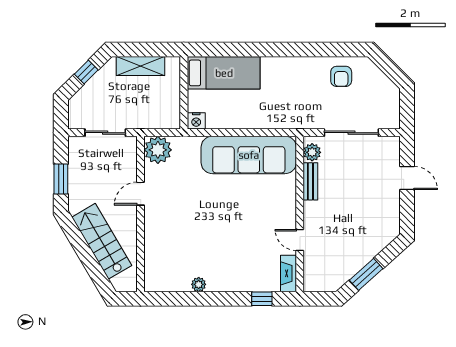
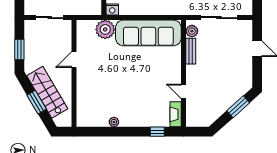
plant: (158, 150) -> (105, 29), moved
window: (86, 256) -> (37, 102), added
window: (366, 274) -> (238, 107), moved

